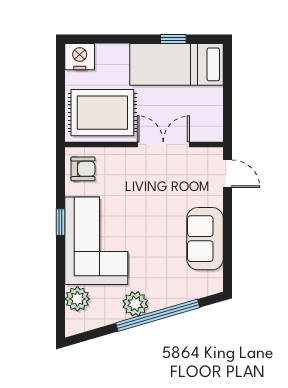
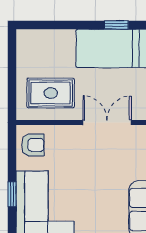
nightstand: (80, 57) -> (30, 41), removed
rug: (102, 113) -> (51, 93), width x0.73, depth x0.70

